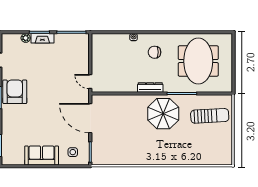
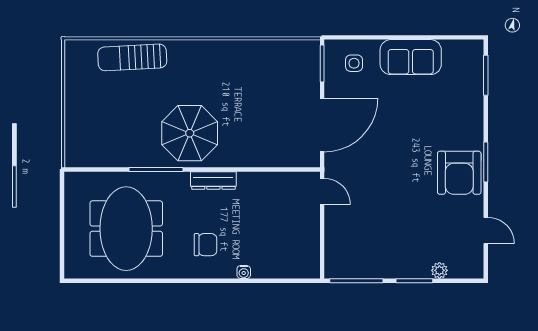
fireplace: (42, 38) -> (409, 270), removed
sun lounger: (210, 116) -> (132, 57), moved
door: (90, 118) -> (322, 125), hinge flipped

